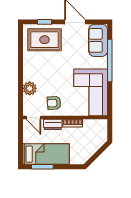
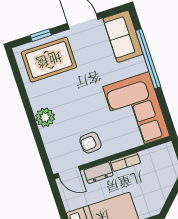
plant: (30, 88) -> (45, 117), moved

